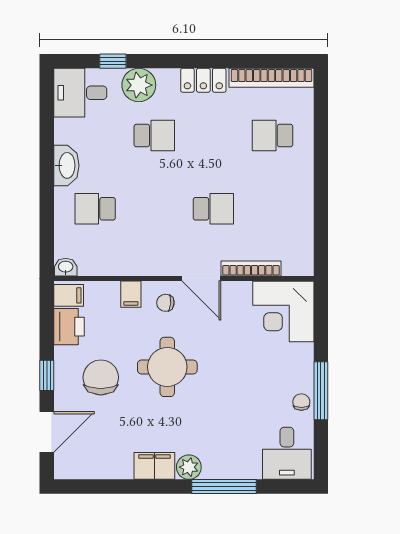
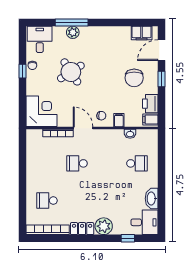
plant: (139, 85) -> (104, 226), moved
school desk: (154, 136) -> (107, 201), removed
school desk: (273, 136) -> (47, 201), turned 180
washbasin: (66, 165) -> (152, 199), moved
washbasin: (66, 267) -> (130, 134), moved
round table: (167, 367) -> (71, 72), moved, turned -33
window: (321, 391) -> (22, 71), width x0.46
filing cabinet: (154, 466) -> (142, 33), moved
plant: (189, 467) -> (73, 32), moved

